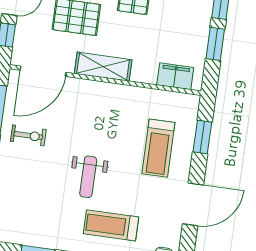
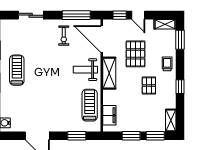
treadmill: (158, 148) -> (90, 105), moved, turned 90
weight bench: (88, 177) -> (85, 70), moved
treadmill: (111, 225) -> (17, 70), moved

